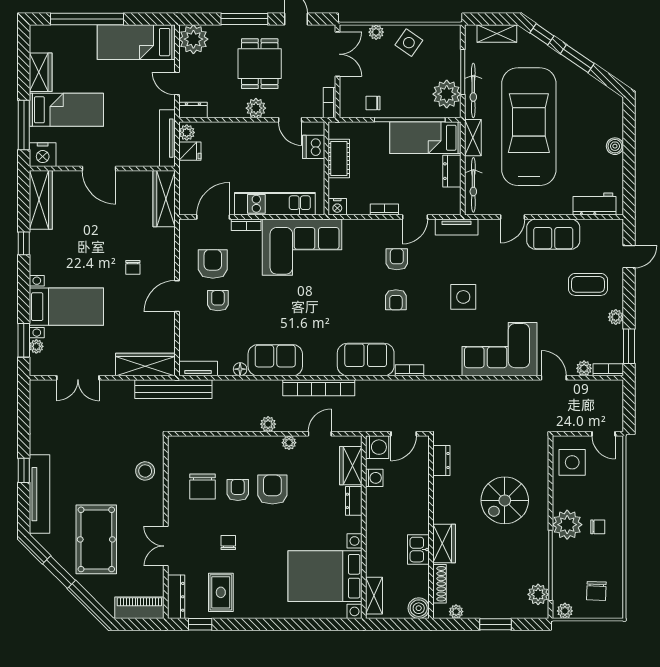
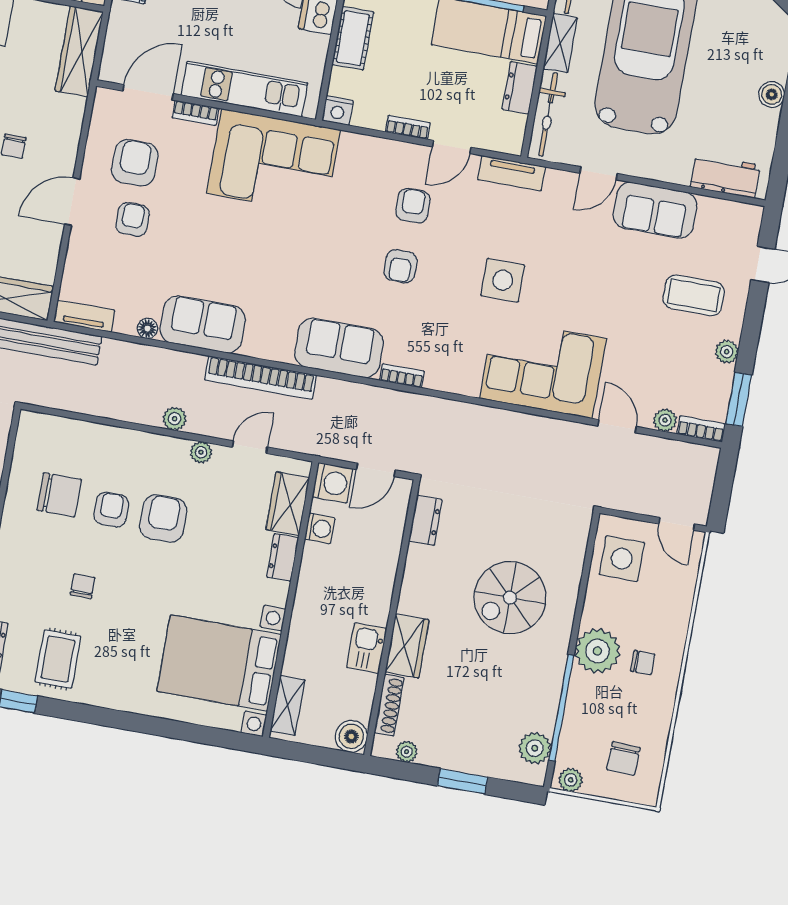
chair: (203, 486) -> (59, 495), turned -90

